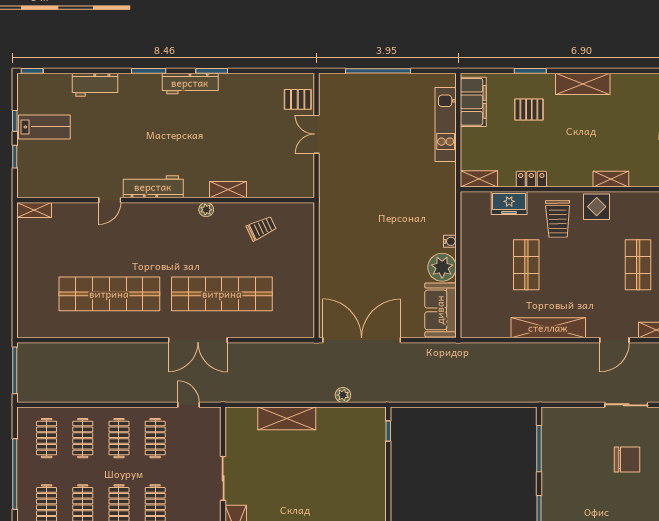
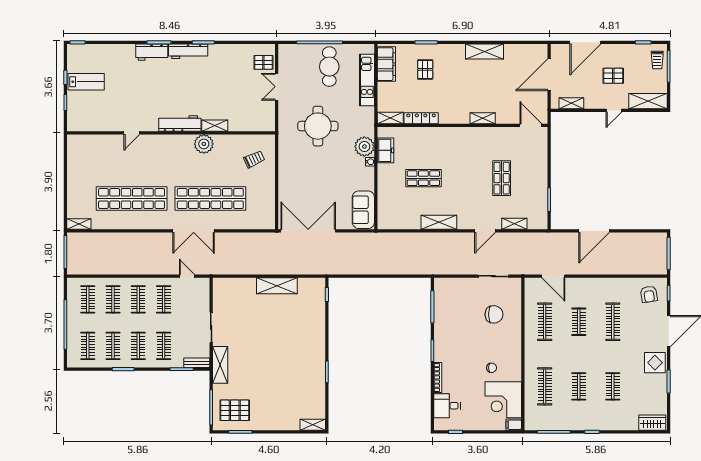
shelving: (583, 84) -> (485, 51), moved
workbench: (95, 85) -> (152, 52), moved
cafe table: (392, 105) -> (329, 67), added
pallet: (529, 109) -> (425, 69), turned 90
locker: (531, 179) -> (421, 118), width x1.53
workbench: (153, 187) -> (180, 124), moved
round table: (375, 190) -> (318, 126), added
freezer: (509, 203) -> (385, 150), moved, turned -90
display table: (597, 207) -> (473, 138), removed
shelving: (34, 210) -> (79, 224), moved
plant: (206, 210) -> (204, 144), width x1.88, depth x1.88
trolley: (558, 219) -> (445, 146), removed
trolley: (261, 228) -> (254, 159), moved
shop shelf: (526, 265) -> (423, 178), turned 90
plant: (442, 267) -> (364, 146), moved
shelving: (548, 328) -> (439, 222), width x0.68
plant: (343, 395) -> (295, 269), removed
shelving: (287, 418) -> (277, 286), moved

